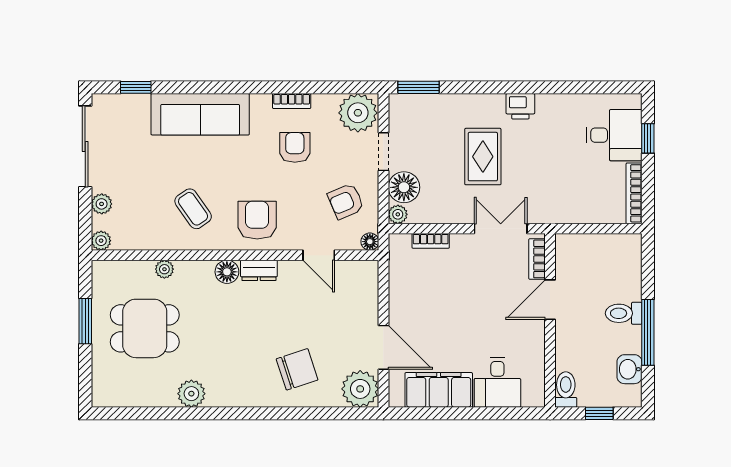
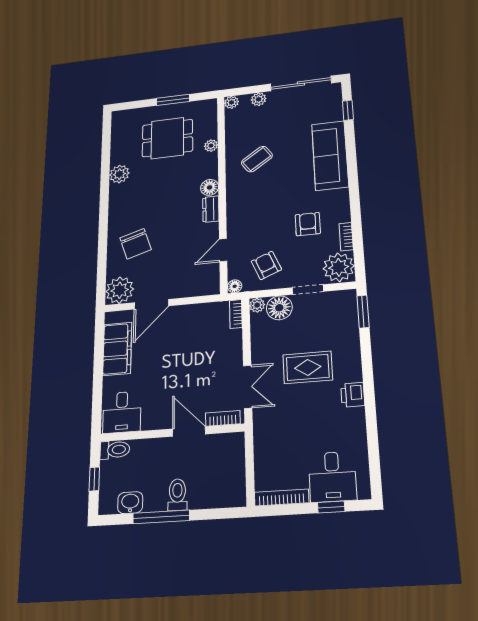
bookcase: (292, 101) -> (346, 237), moved
armchair: (295, 147) -> (308, 224), turned -90
armchair: (257, 220) -> (250, 204), removed
bookcase: (431, 241) -> (236, 314), moved
dining table: (145, 328) -> (167, 138), turned 90
desk: (497, 382) -> (122, 412), moved, turned -90

